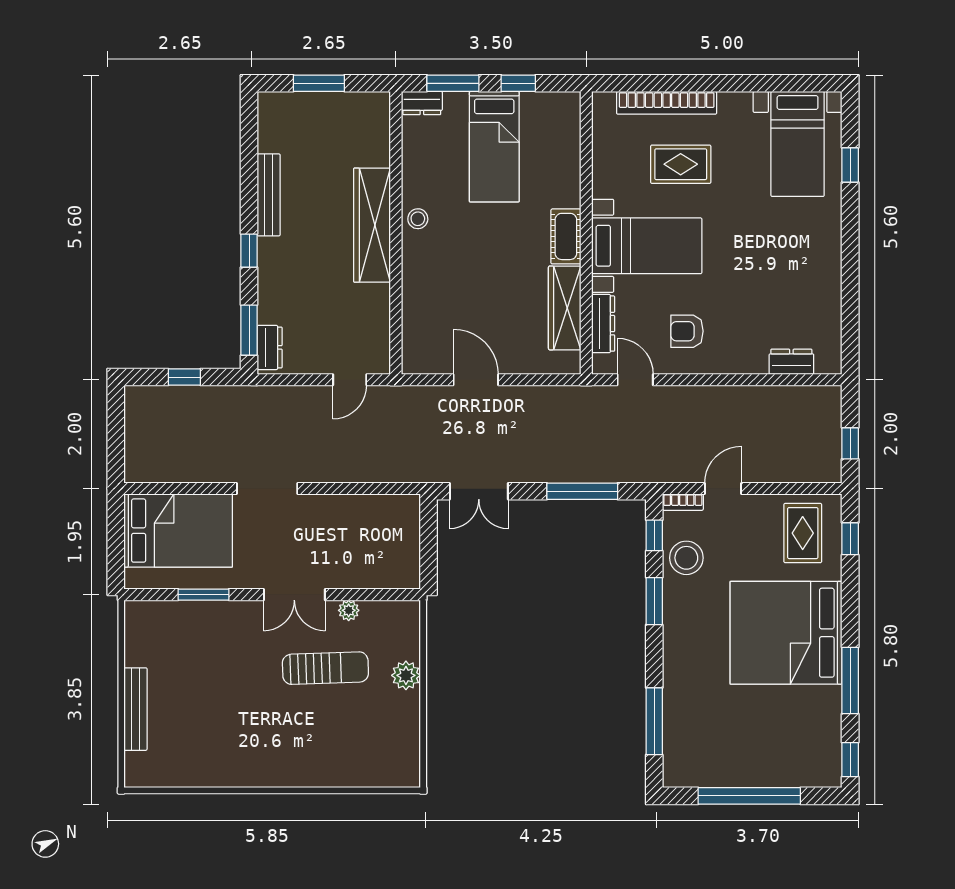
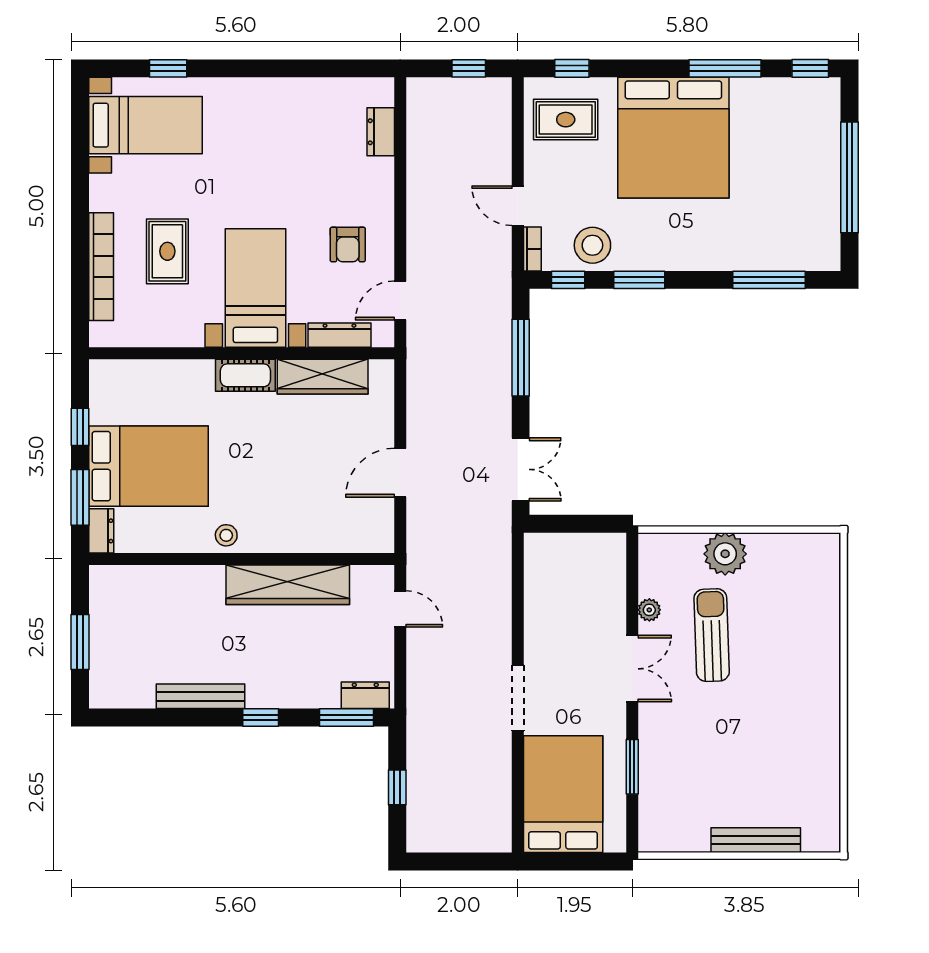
bed: (494, 147) -> (148, 466), width x1.50
wardrobe: (372, 225) -> (288, 585), moved
plant: (406, 675) -> (725, 554), width x1.36, depth x1.36

